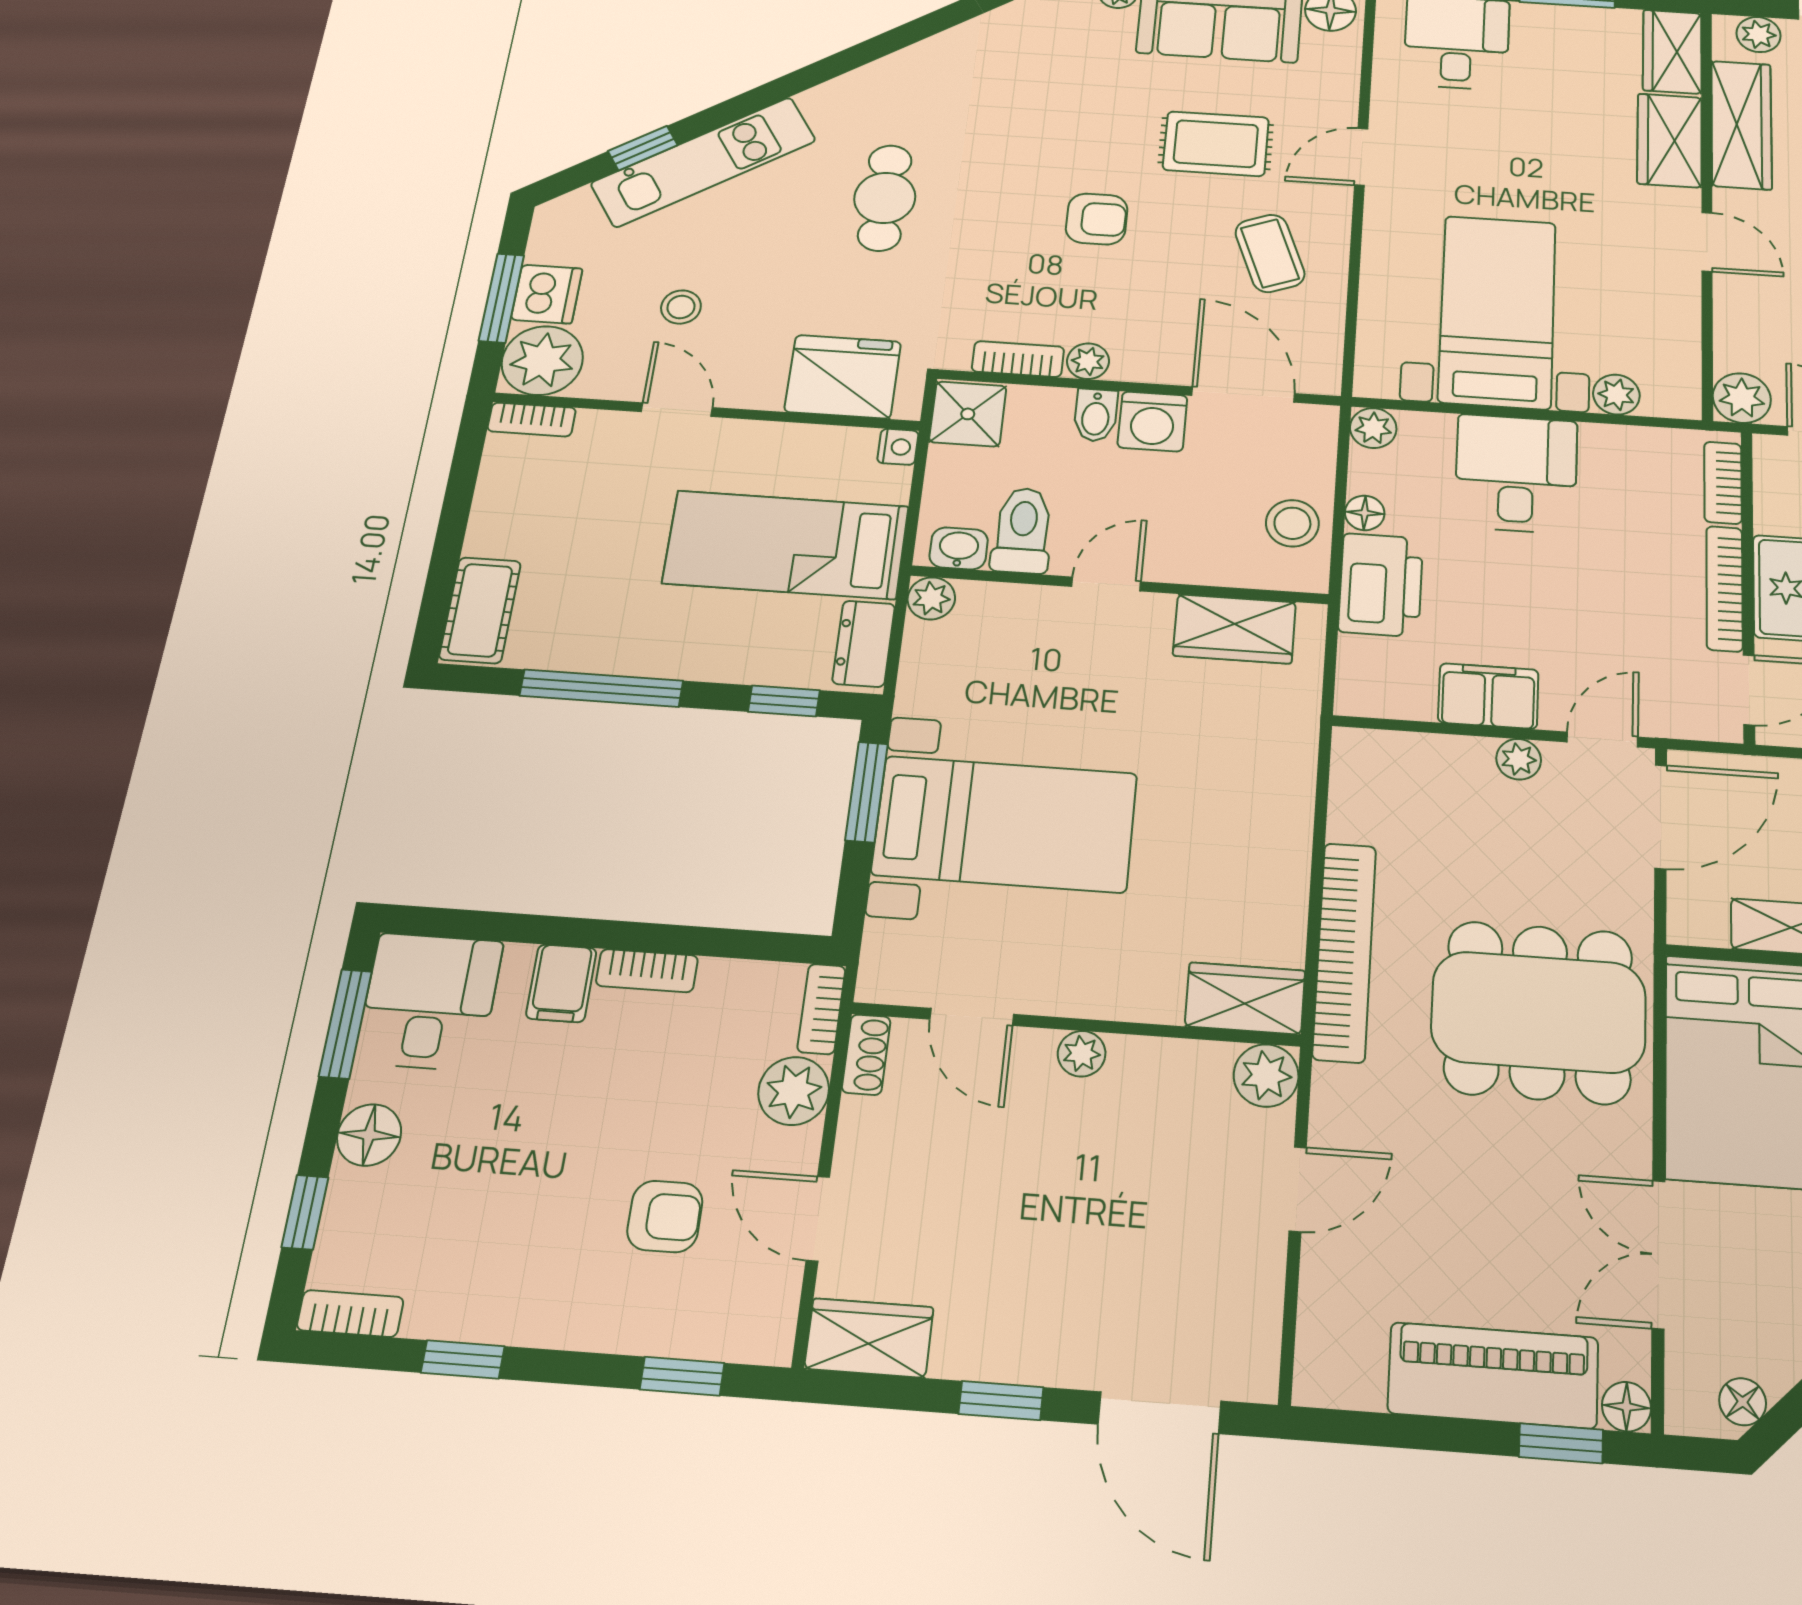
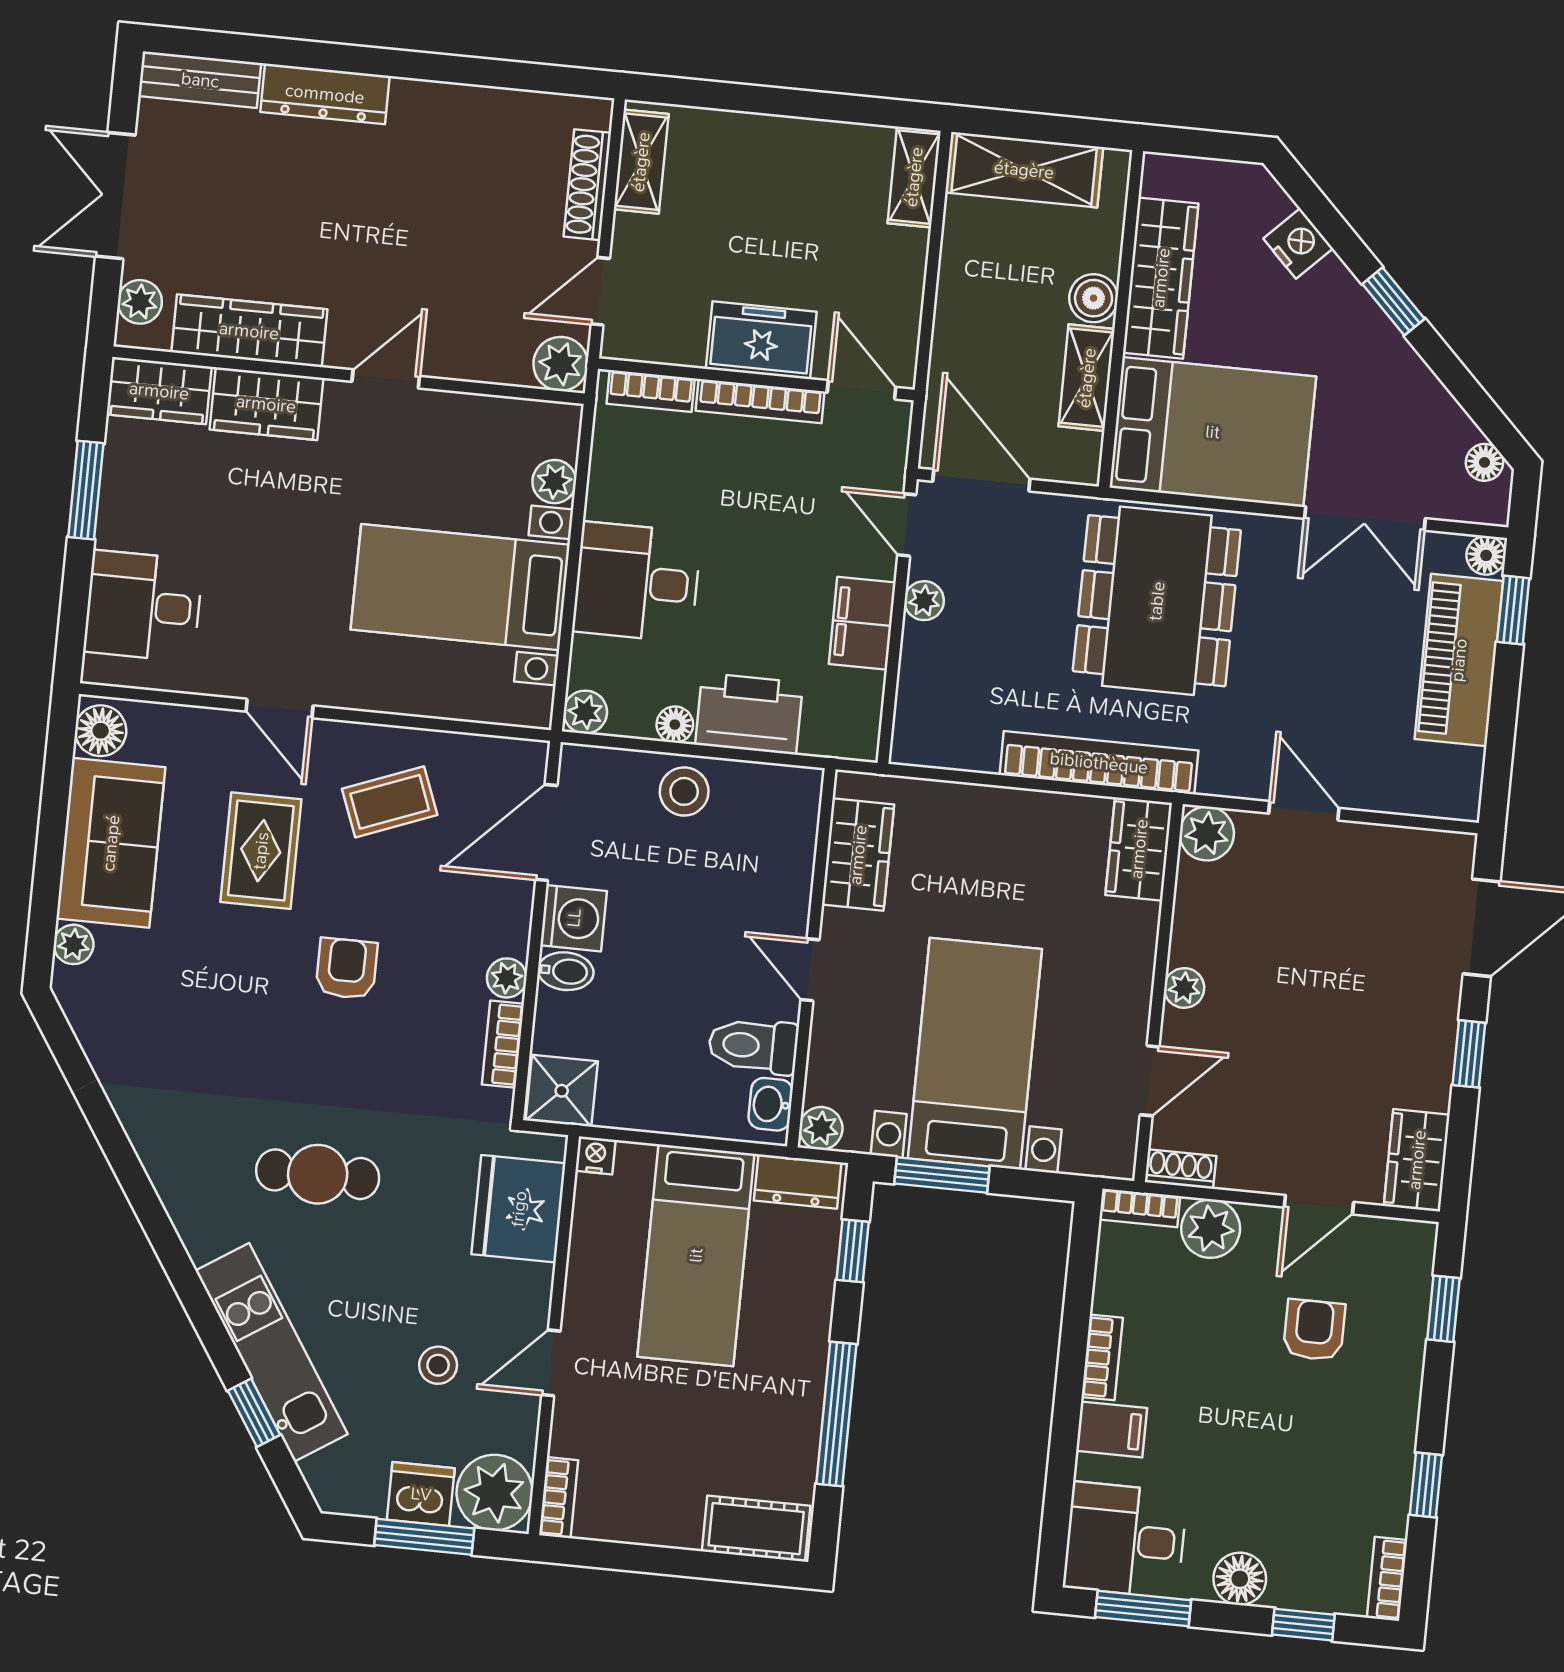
toilet: (1023, 530) -> (753, 1046), moved
washbasin: (959, 548) -> (771, 1104), moved
door: (1106, 584) -> (810, 970), moved
wall: (1119, 585) -> (811, 958), moved
plant: (931, 598) -> (821, 1128), moved
wardrobe: (1234, 629) -> (858, 855), moved

